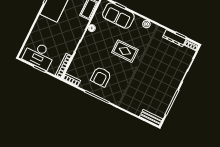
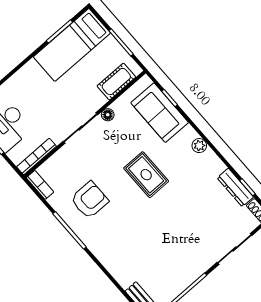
armchair: (101, 77) -> (90, 200), turned 180

